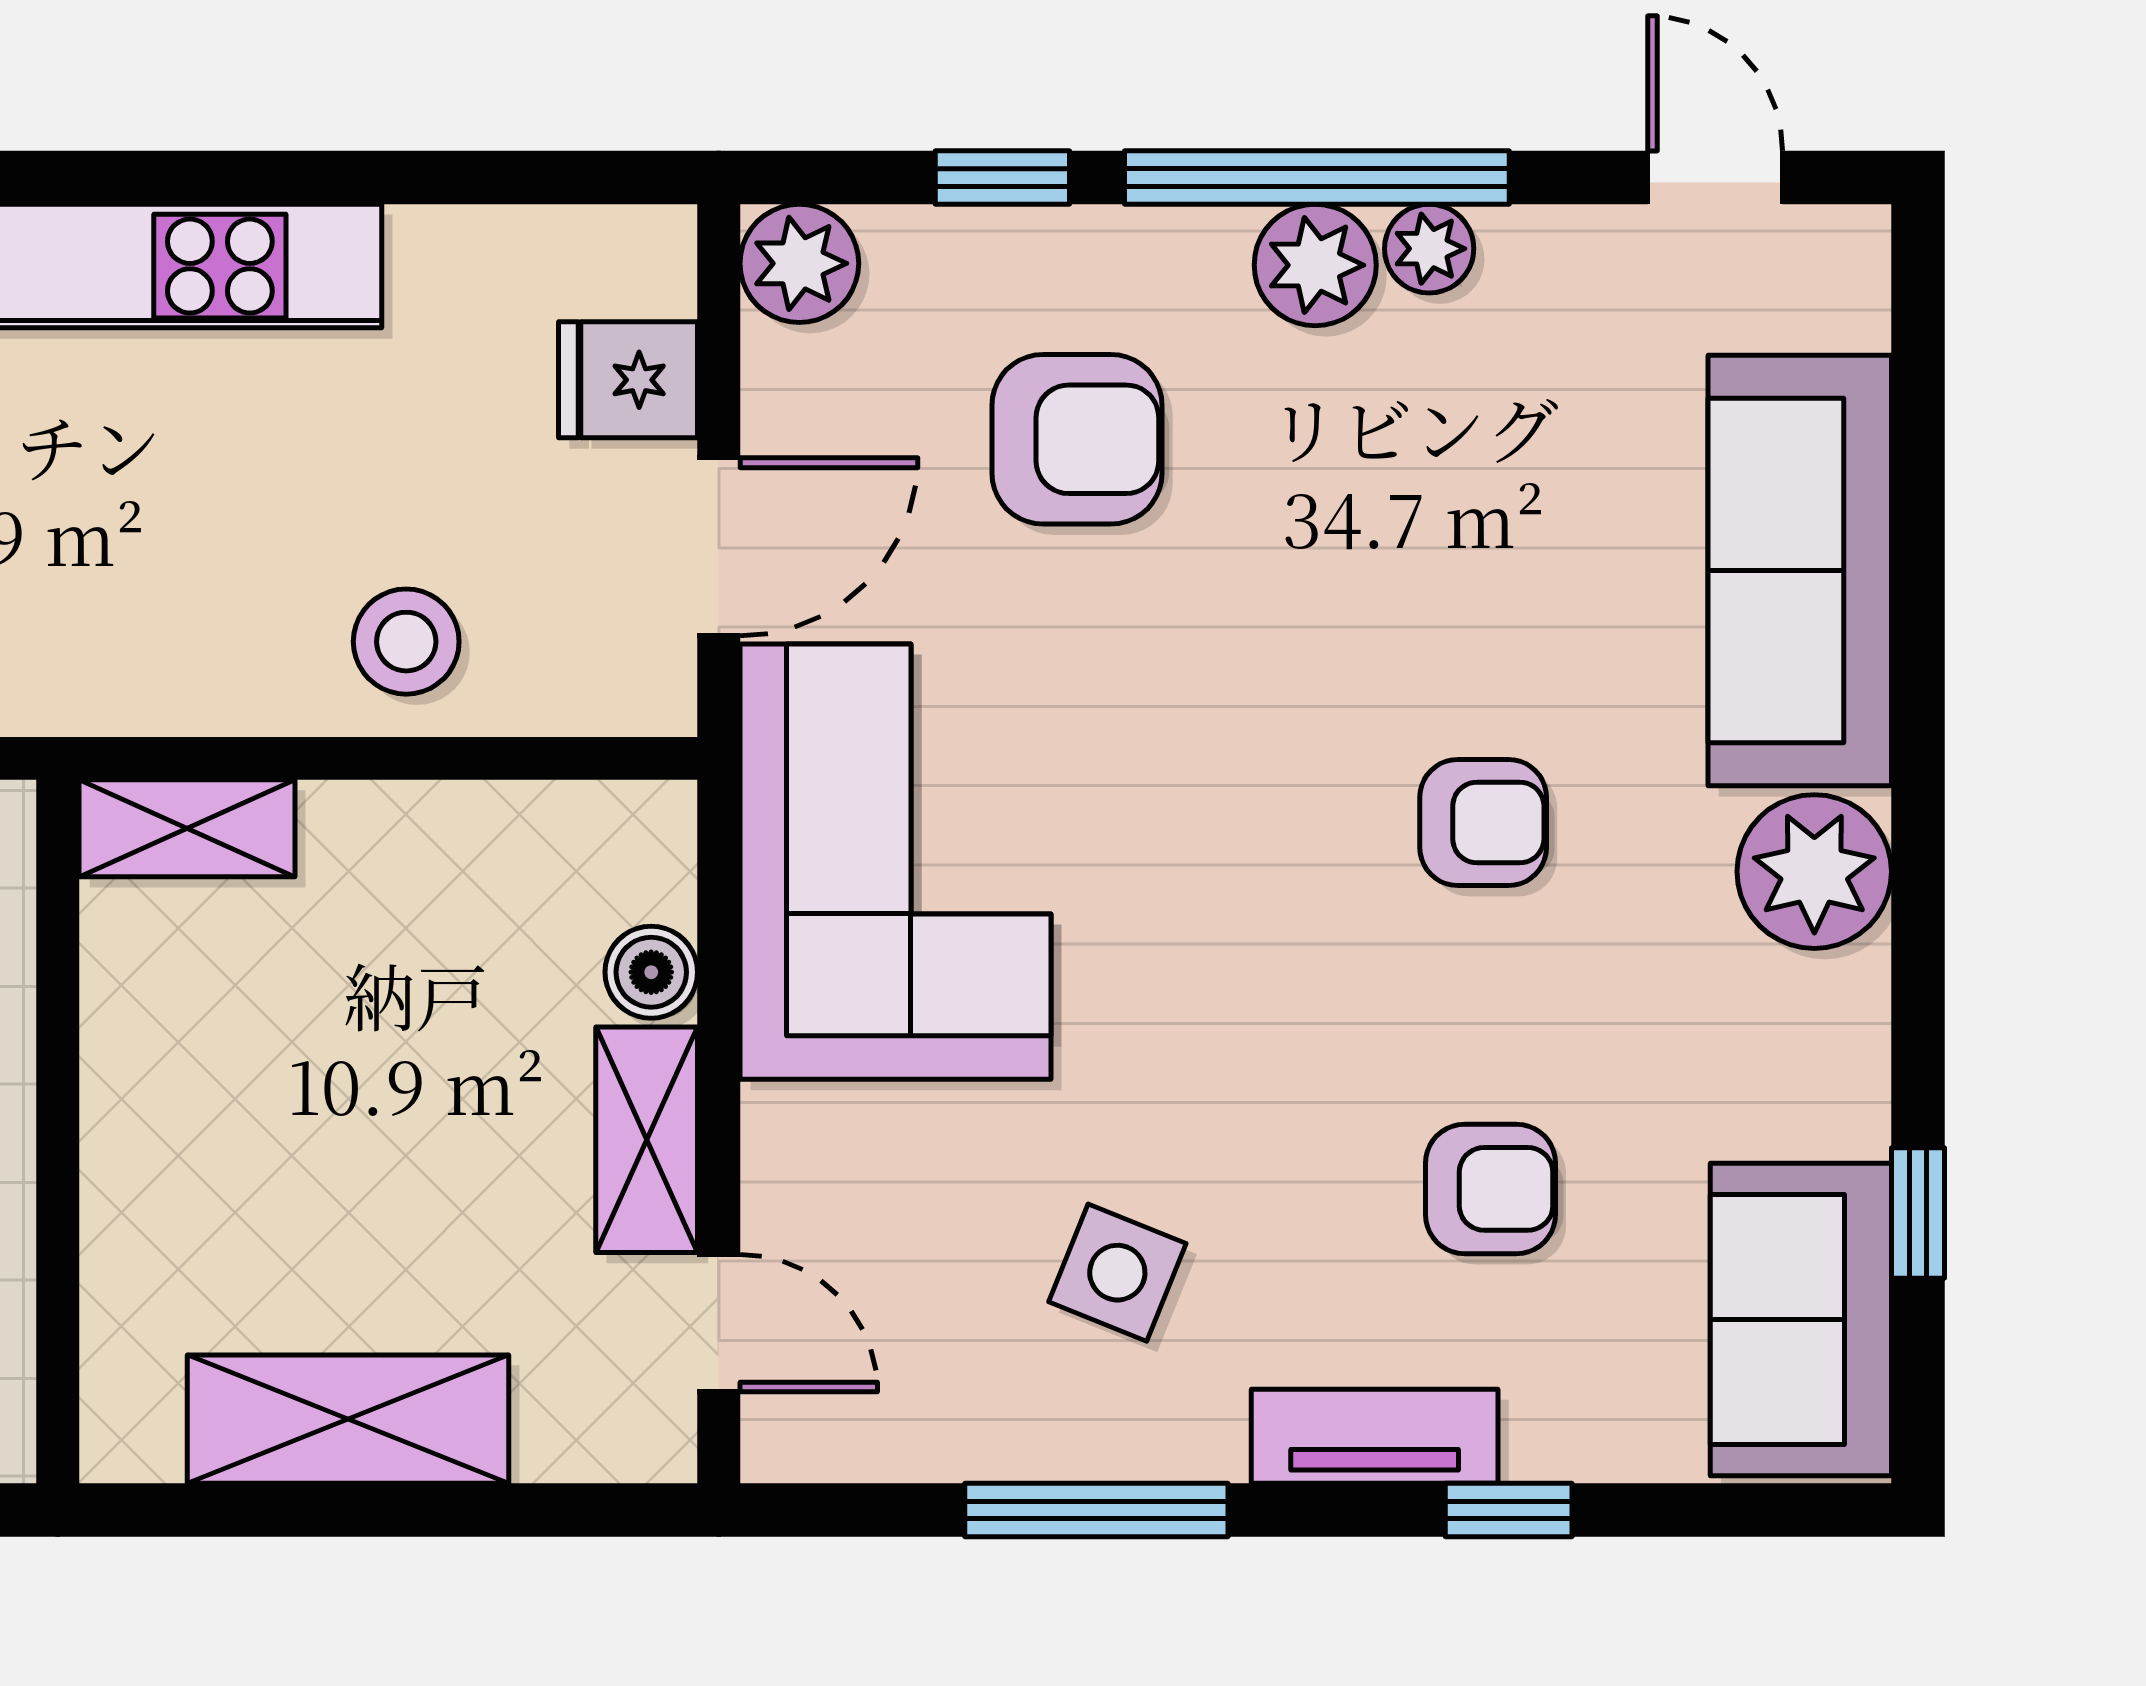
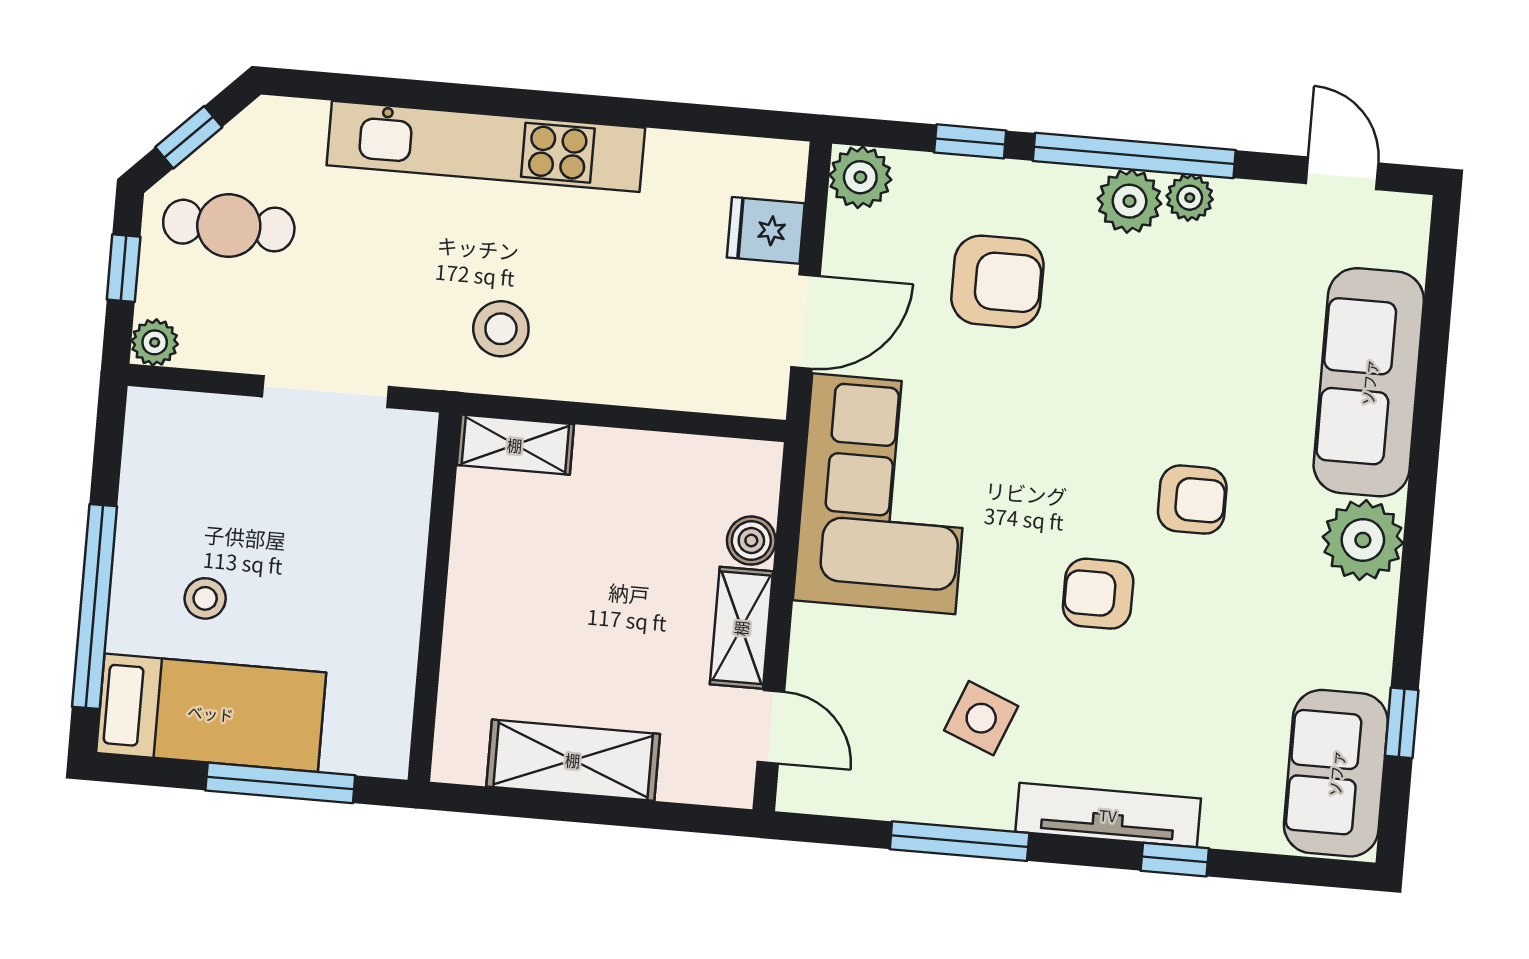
stool: (406, 642) -> (501, 329), moved
armchair: (1491, 1189) -> (1098, 594), moved, turned 180
tv unit: (1375, 1436) -> (1108, 815), width x1.41

